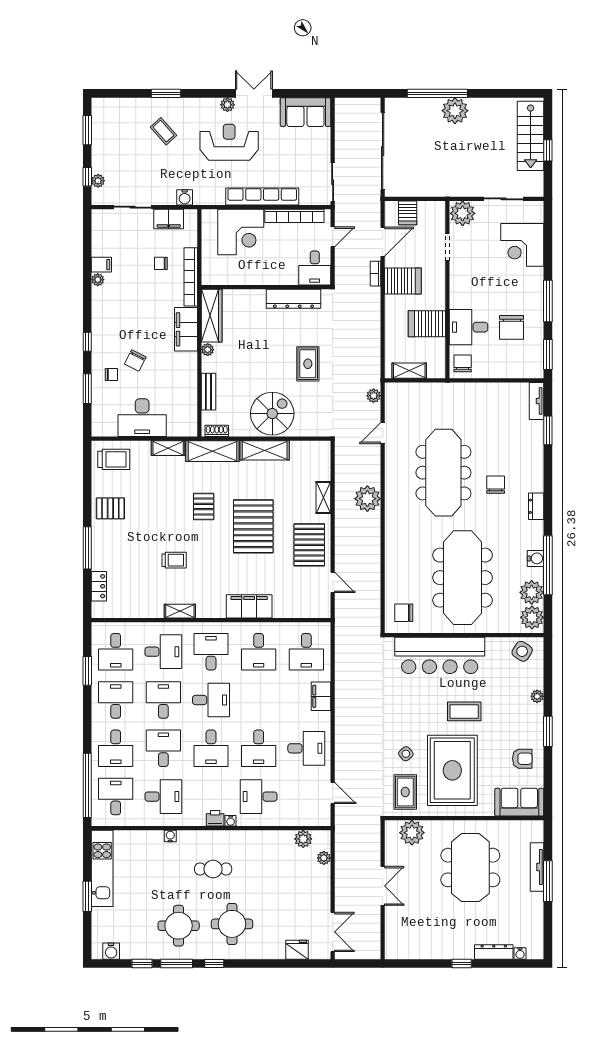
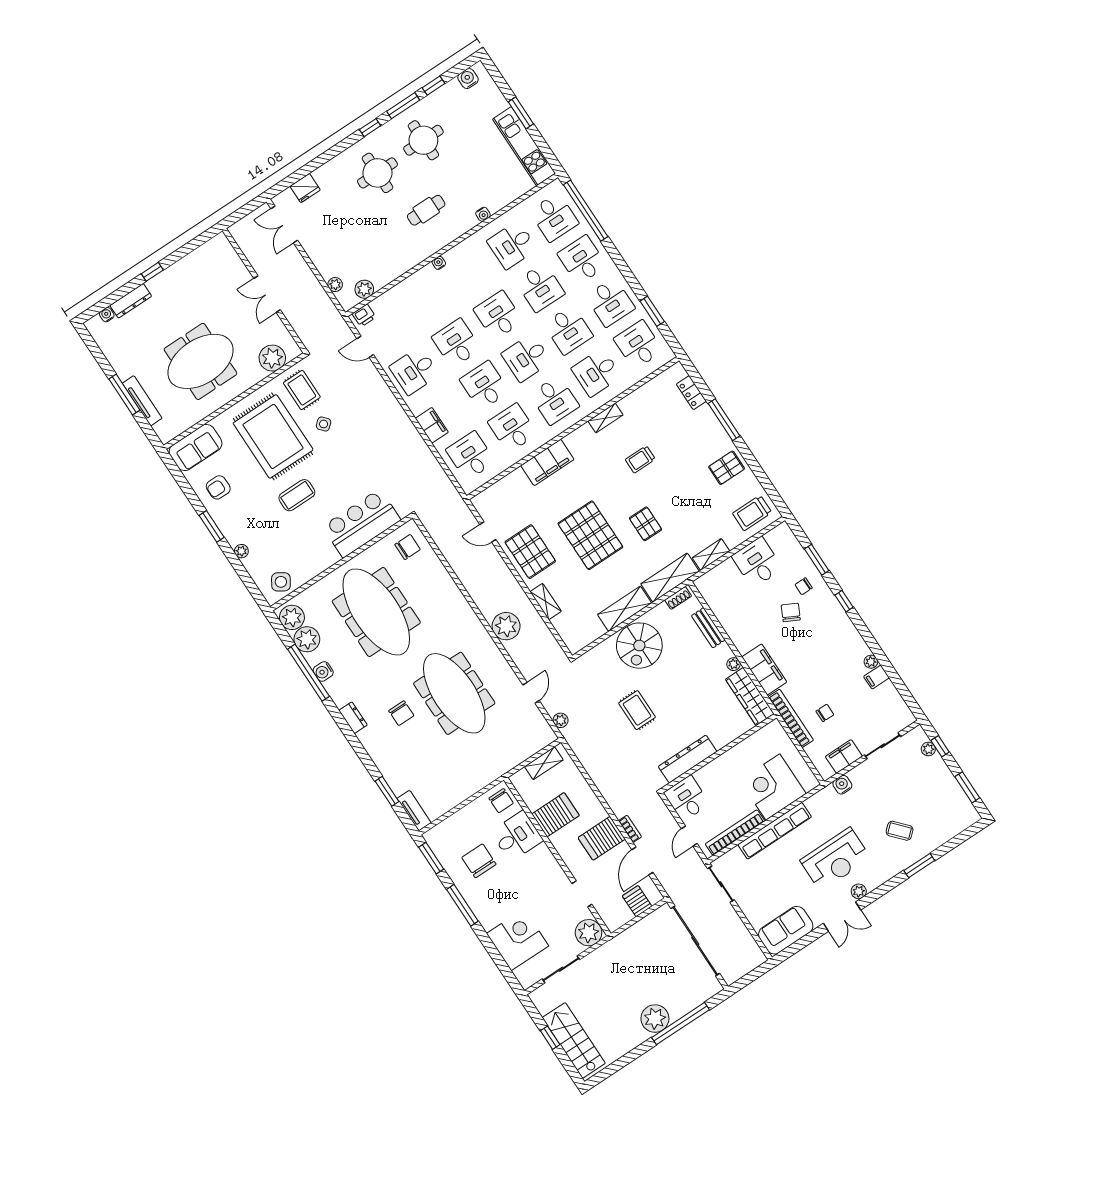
desk: (142, 418) -> (757, 562), width x0.73
bar counter: (440, 655) -> (362, 523), width x0.73
desk: (259, 797) -> (484, 386), moved, turned -90
printer: (215, 818) -> (364, 315), moved
meeting table: (470, 868) -> (201, 361), turned 90

